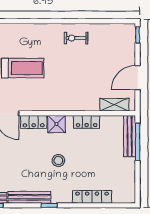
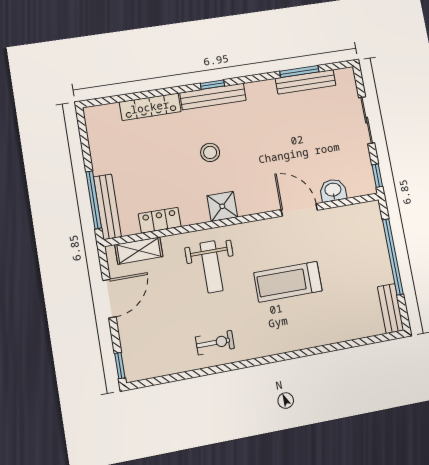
weight bench: (70, 86) -> (211, 267), added
locker: (34, 122) -> (257, 204), removed
locker: (87, 122) -> (160, 220), moved
bench: (29, 197) -> (213, 97), moved

